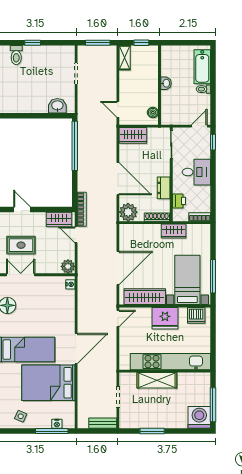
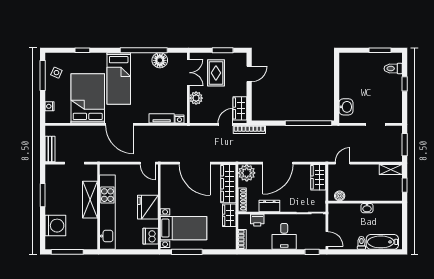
plant: (68, 266) -> (196, 98), moved
wardrobe: (145, 297) -> (228, 184), moved, turned 180
tv unit: (70, 303) -> (162, 118), added
washing machine: (199, 417) -> (55, 226), moved
window: (52, 431) -> (43, 75), moved

